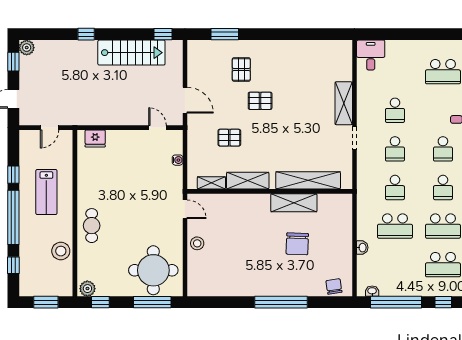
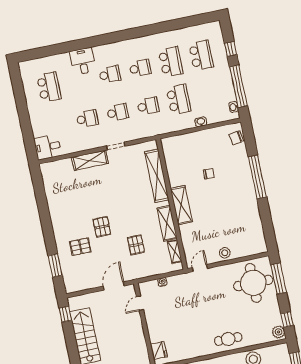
shelving: (294, 203) -> (181, 205), moved
chair: (297, 244) -> (209, 174), width x0.54, depth x0.54

